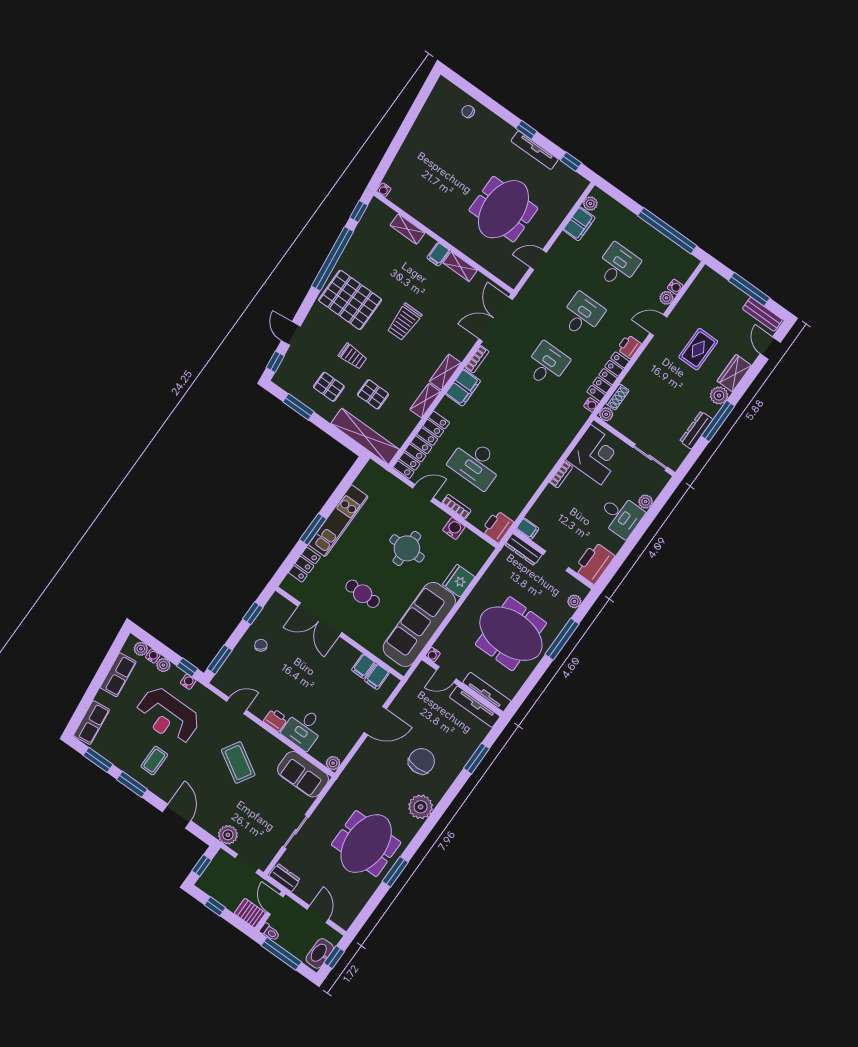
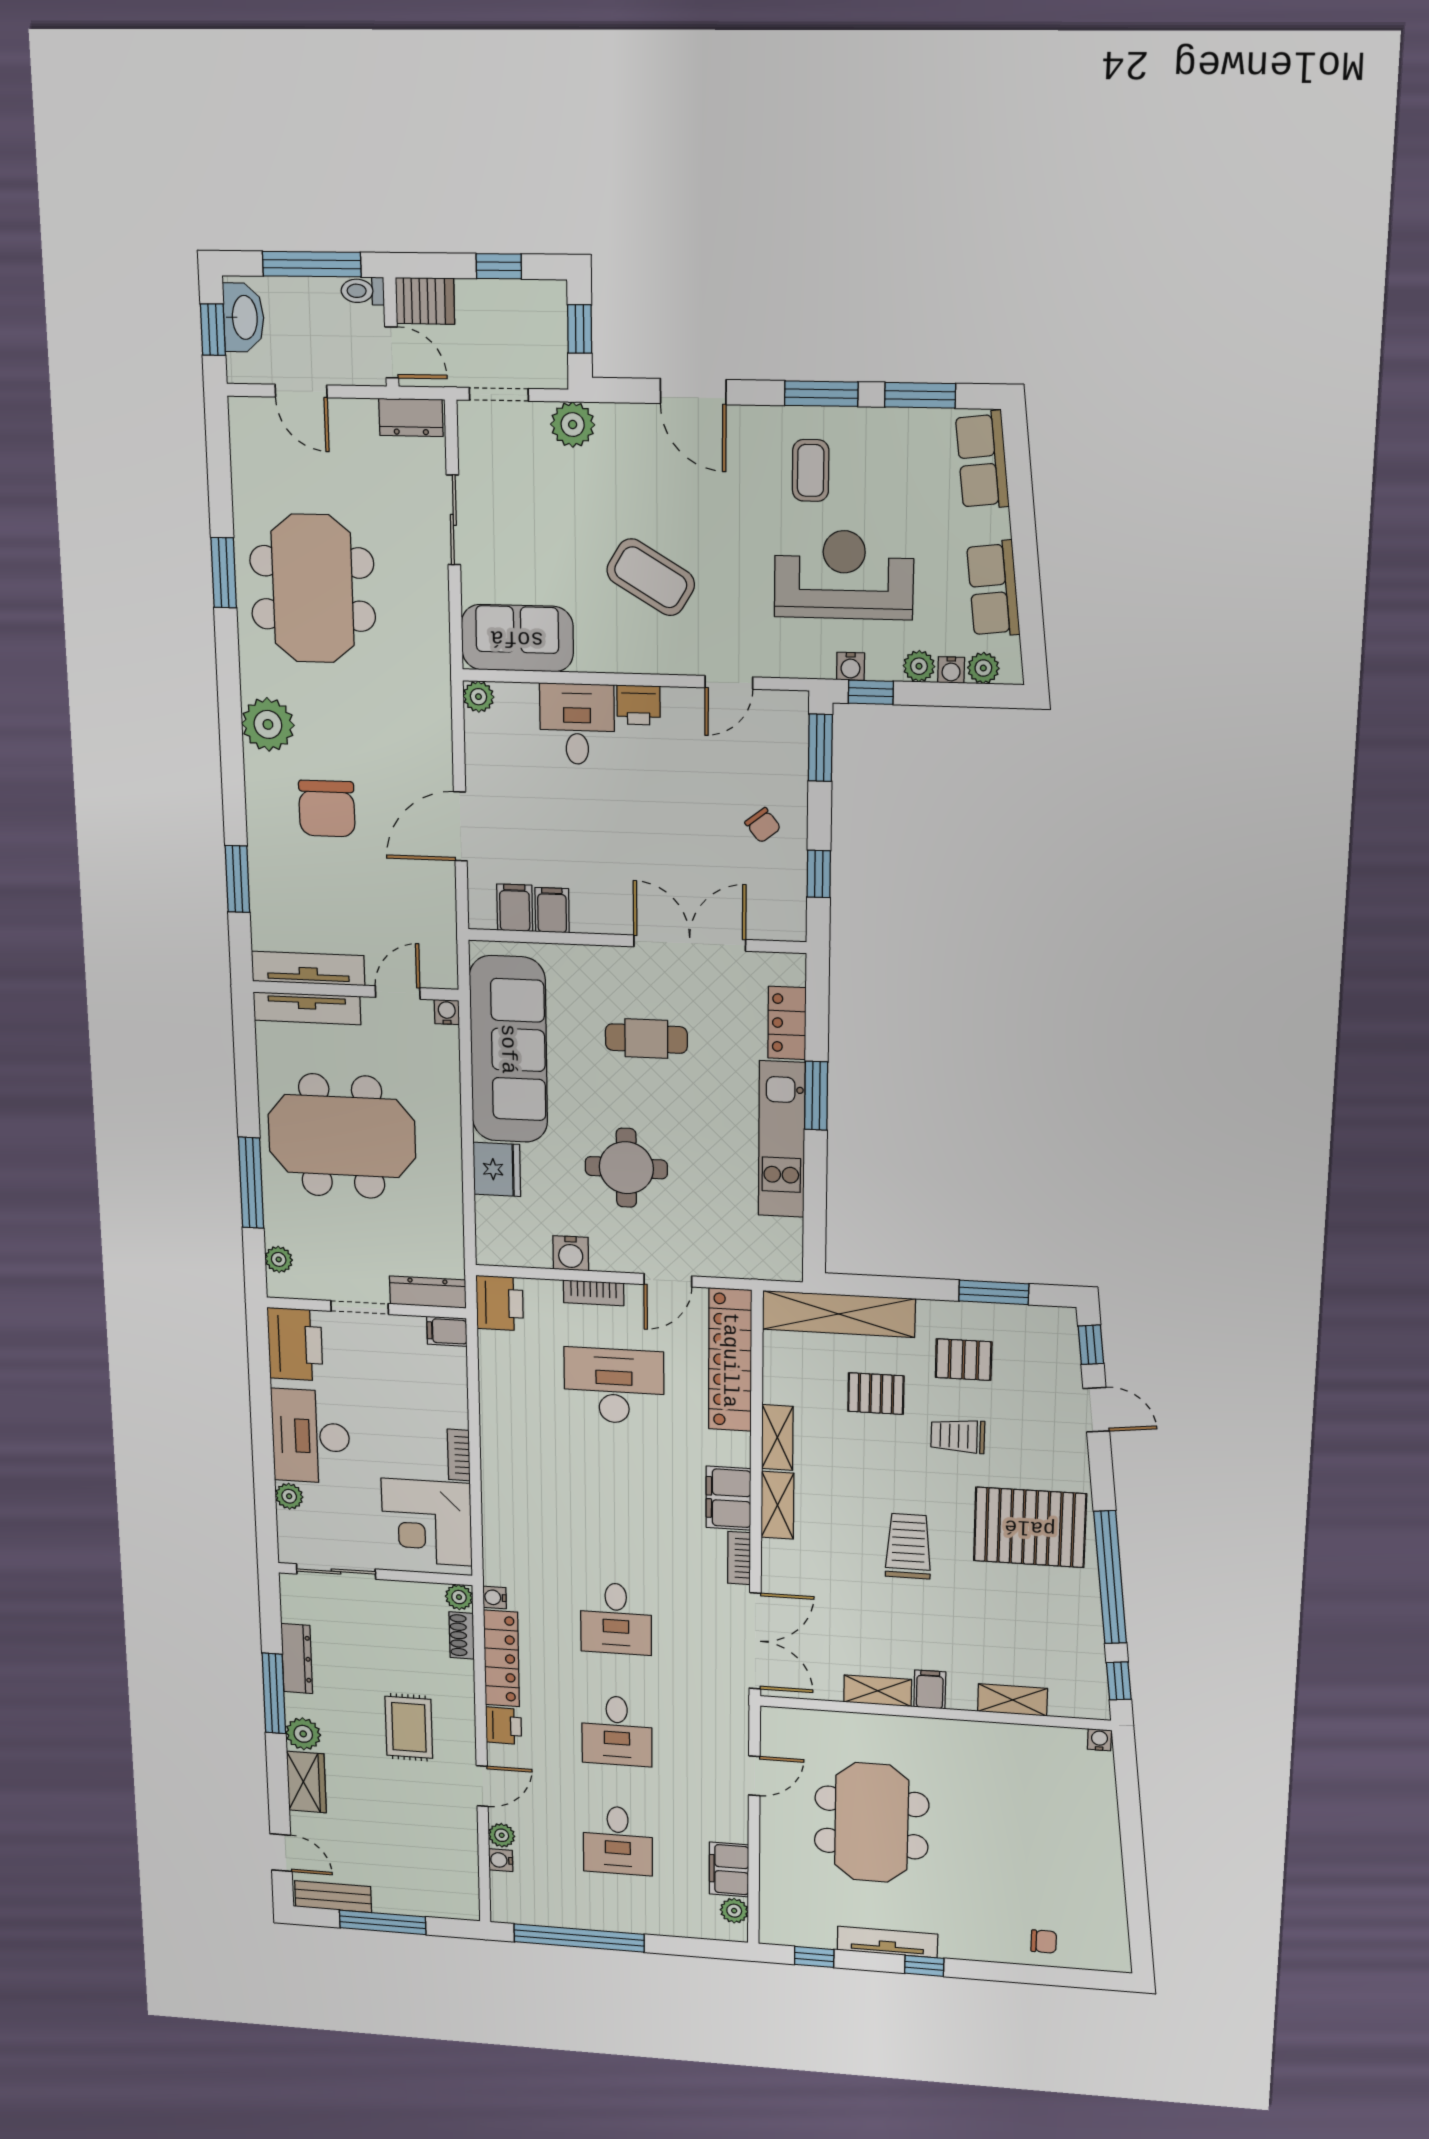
rug: (698, 349) -> (409, 1727), moved
desk: (621, 516) -> (311, 1436), width x1.37

